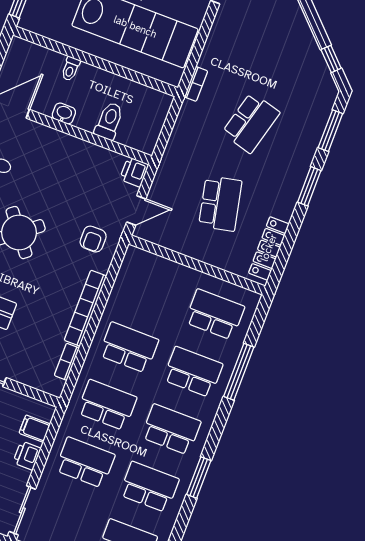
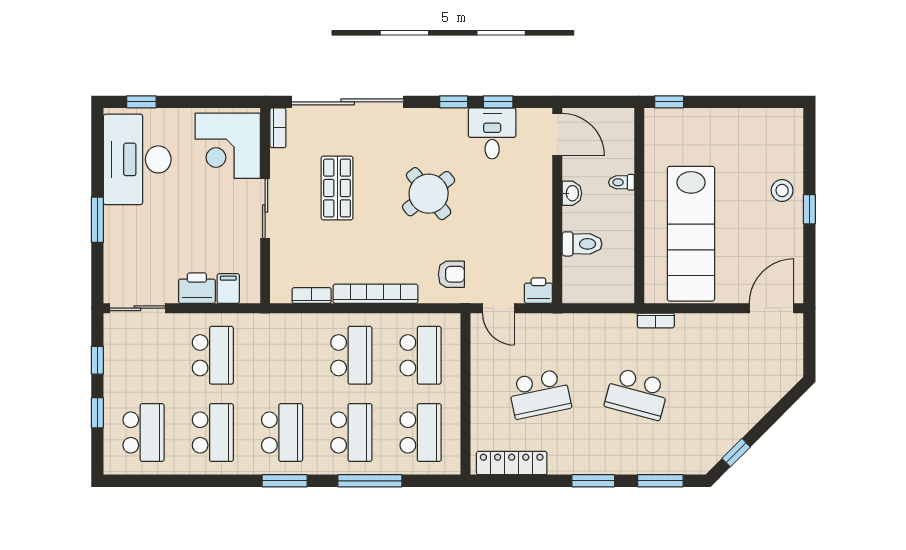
armchair: (93, 239) -> (451, 274), turned 180
school desk: (107, 405) -> (421, 355), moved
printer: (27, 455) -> (197, 288), width x1.36, depth x1.24
window: (199, 477) -> (285, 481), moved

